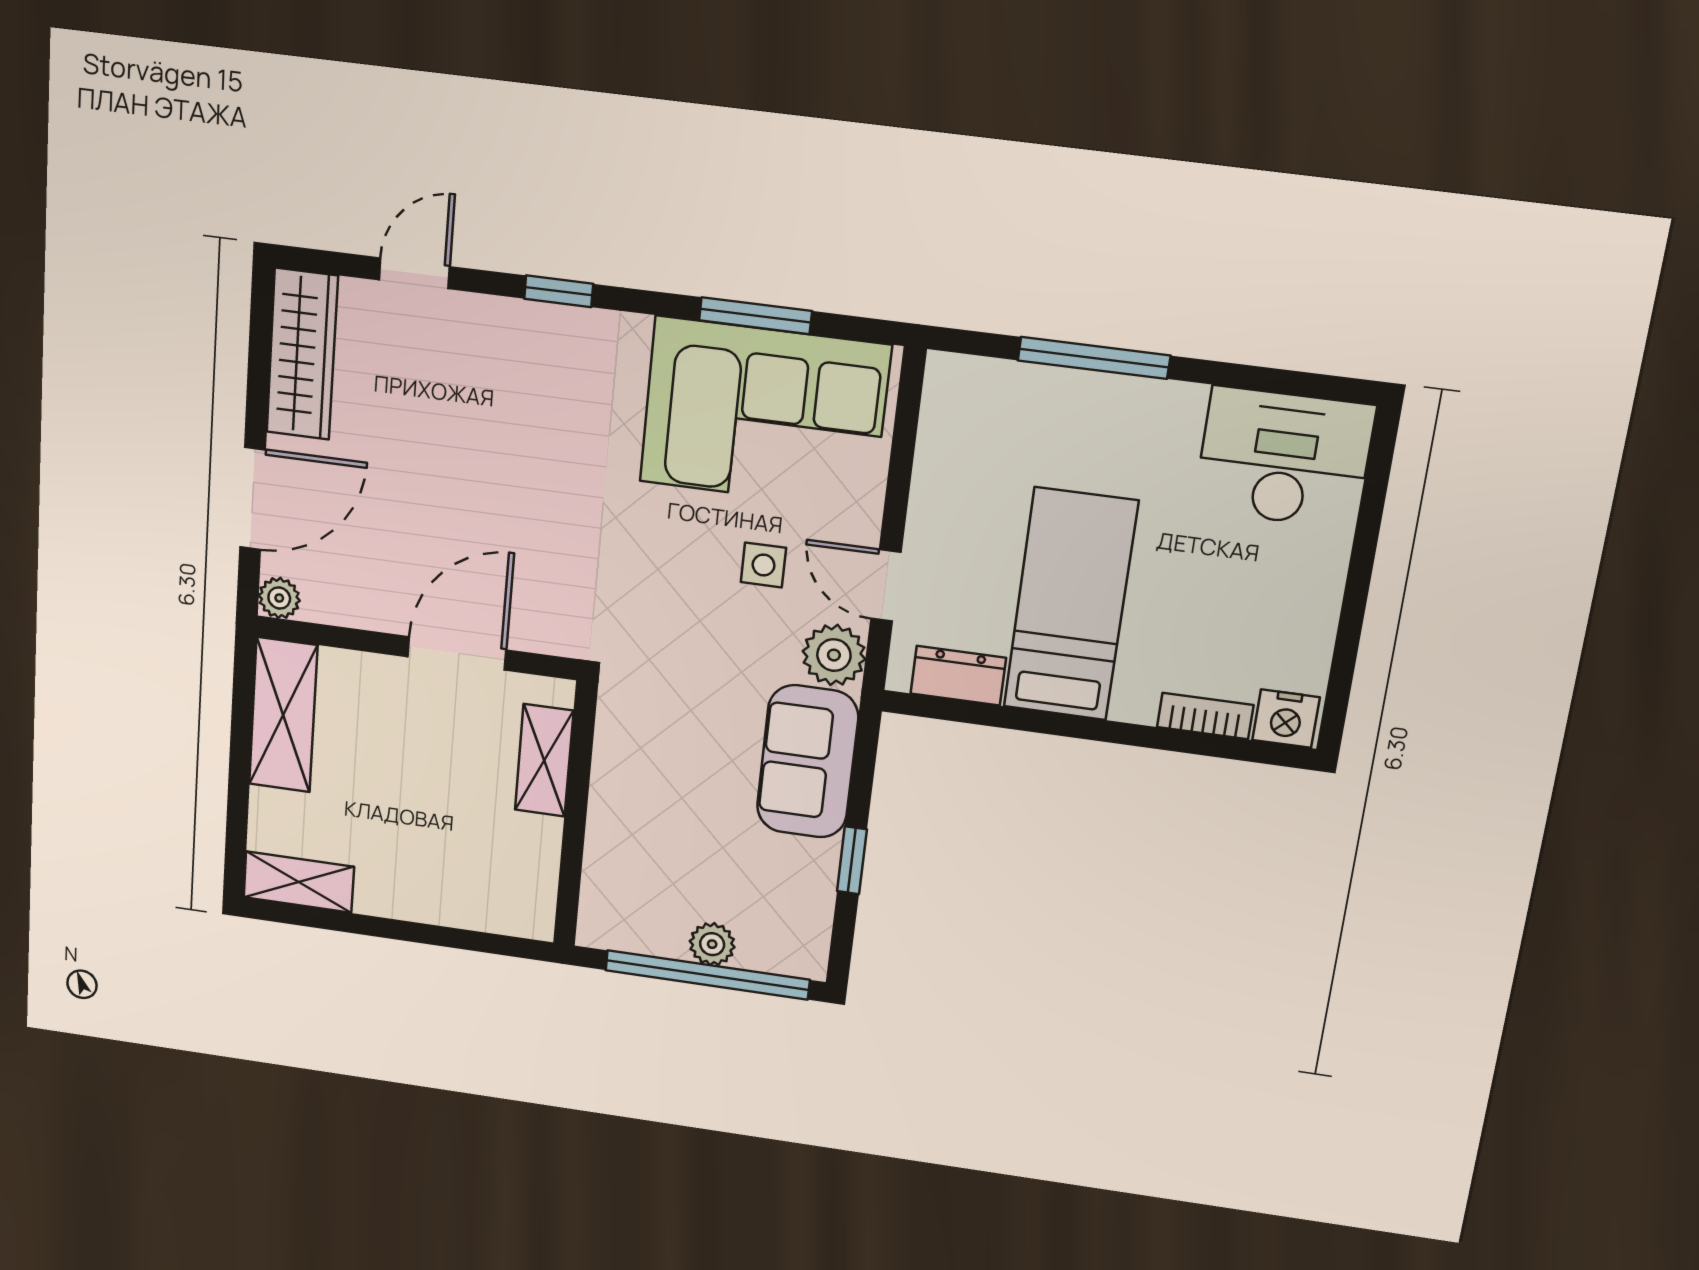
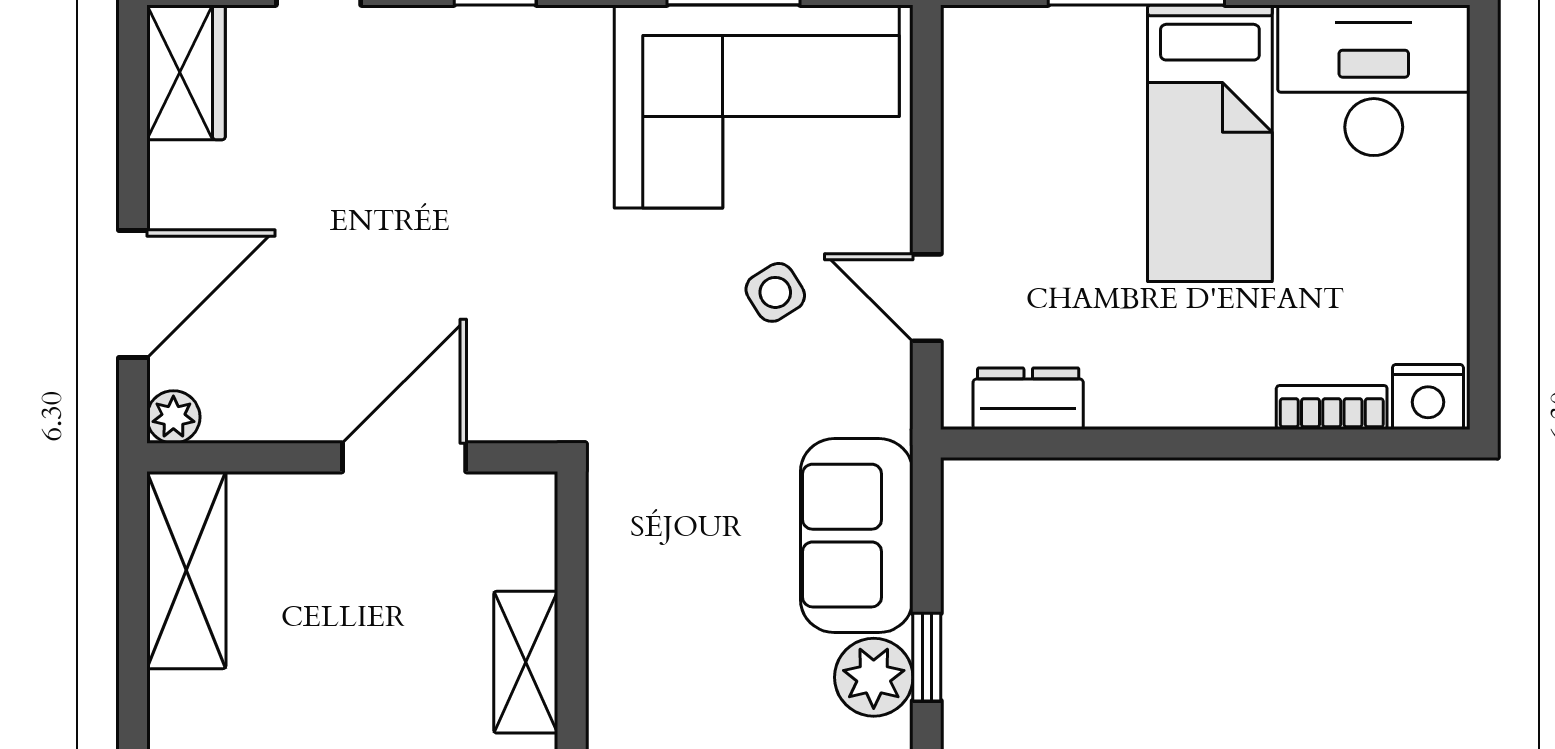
wardrobe: (302, 354) -> (186, 72), width x0.67
side table: (764, 565) -> (775, 292), turned -32
bed: (1070, 605) -> (1210, 143), moved, turned 180
plant: (834, 655) -> (874, 677), moved
shelving: (544, 760) -> (526, 662), moved

